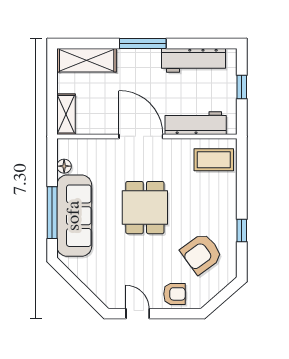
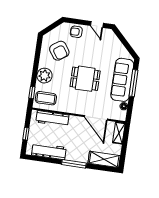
door: (141, 136) -> (96, 118), moved
plant: (223, 202) -> (44, 76), added
dining table: (145, 208) -> (85, 79), turned 90
window: (242, 231) -> (32, 93), moved
armchair: (201, 254) -> (59, 51), turned 91

